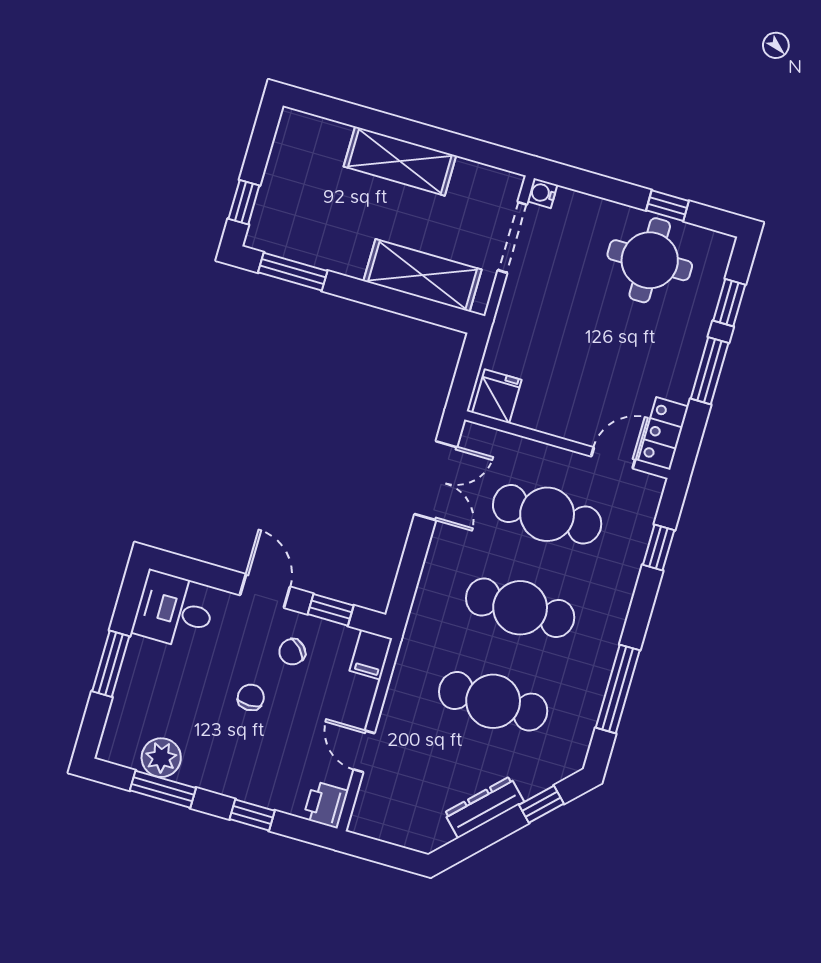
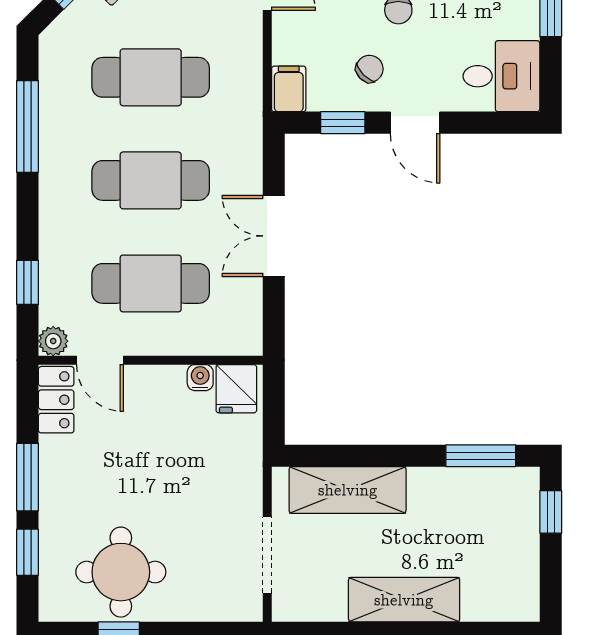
water cooler: (542, 193) -> (200, 378), moved, turned -90
door: (613, 458) -> (100, 360), hinge flipped
double door: (436, 481) -> (274, 236), moved
plant: (651, 488) -> (53, 341), added

